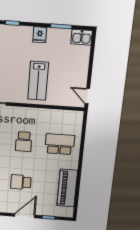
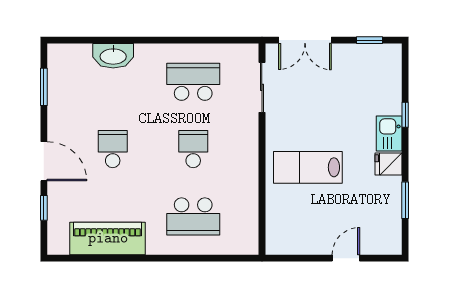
kitchen sink: (81, 37) -> (389, 134), moved
door: (87, 96) -> (346, 258), moved
school desk: (24, 142) -> (193, 149), turned 90
school desk: (60, 144) -> (193, 216), turned 90

